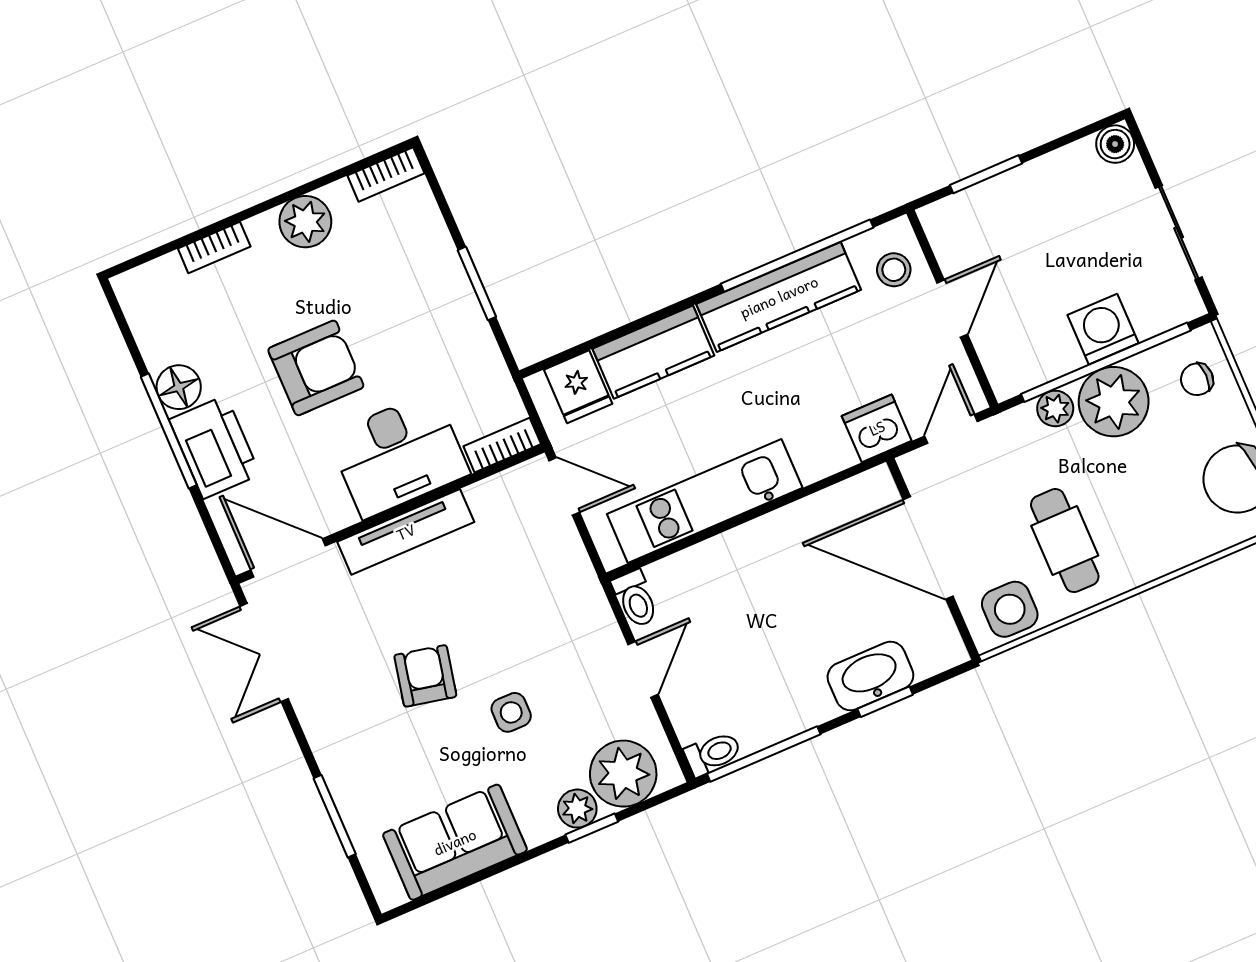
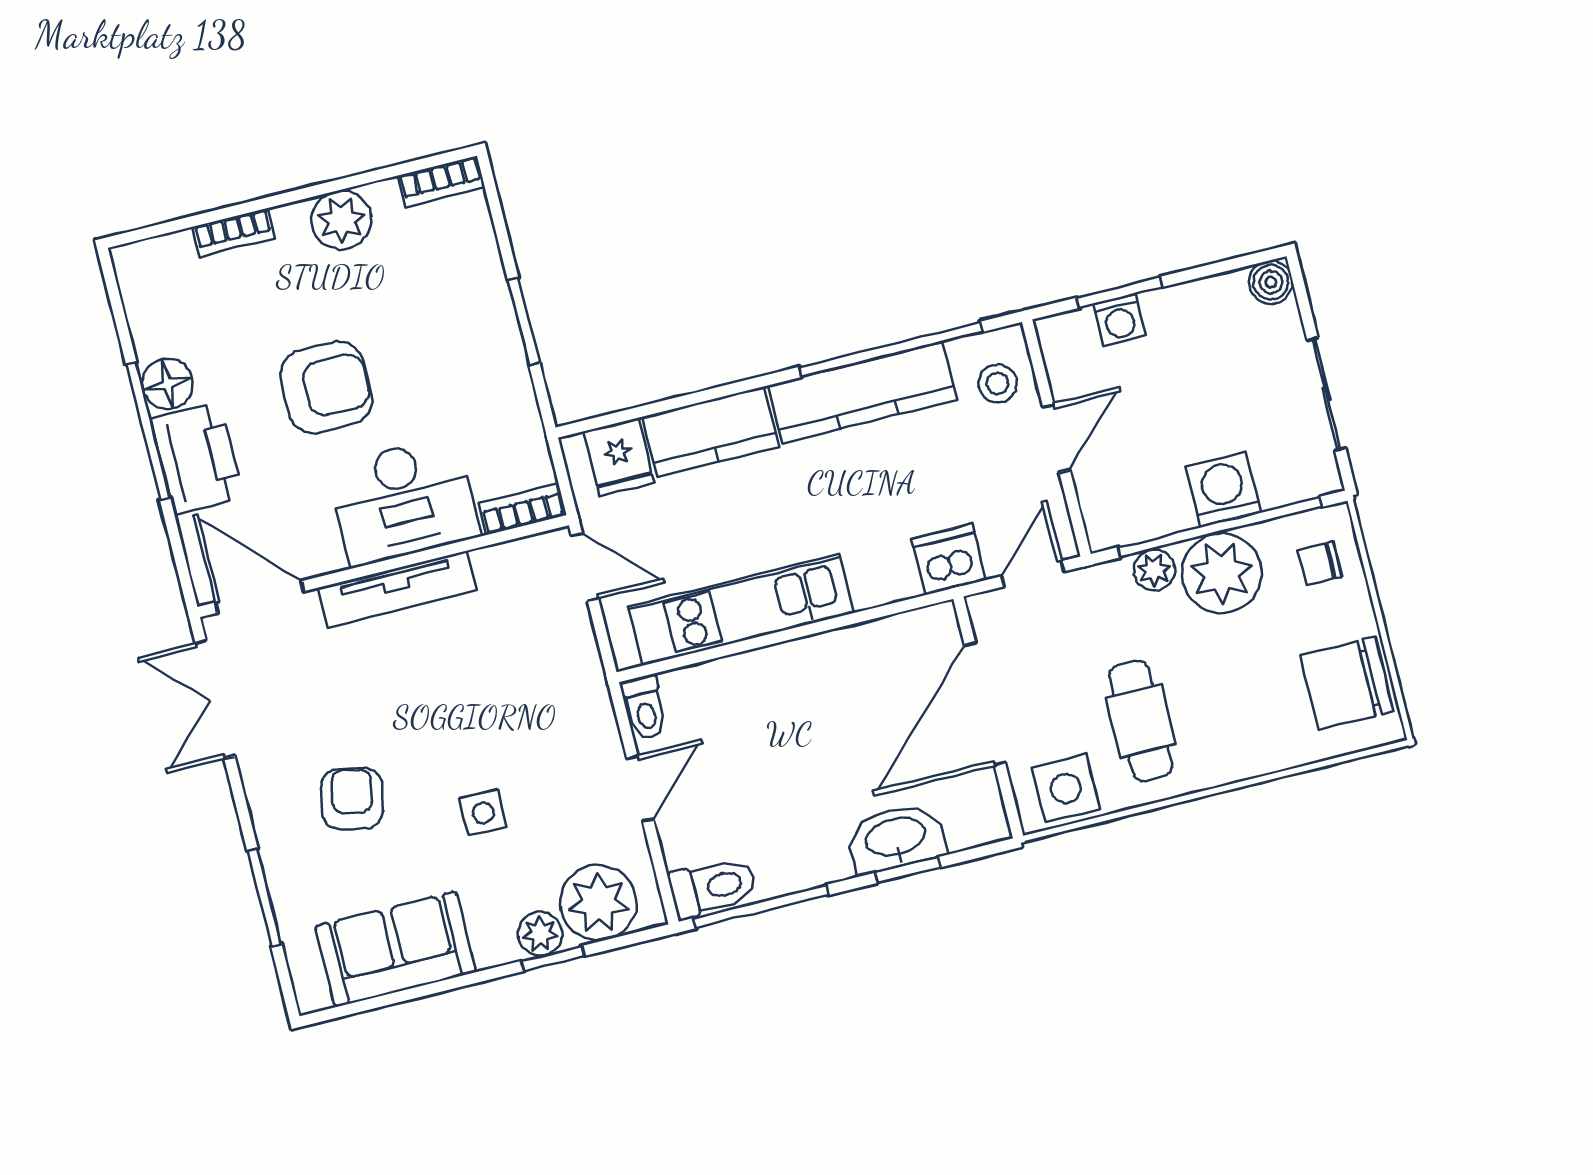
washing machine: (990, 198) -> (1119, 320), added
door: (928, 548) -> (985, 704), hinge flipped
armchair: (425, 676) -> (352, 799), moved
toilet: (713, 754) -> (713, 887), width x1.37, depth x1.39

